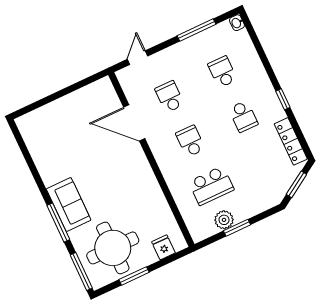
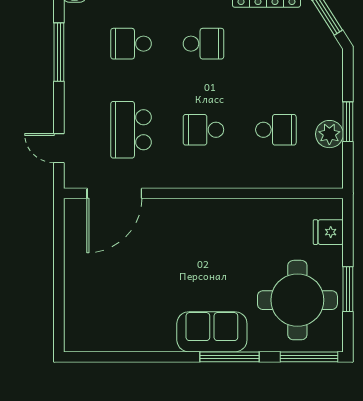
school desk: (170, 97) -> (131, 130), width x1.85
door: (134, 123) -> (114, 193), moved
school desk: (211, 186) -> (276, 130), width x0.54

